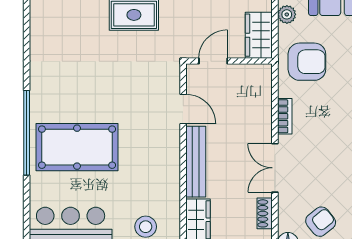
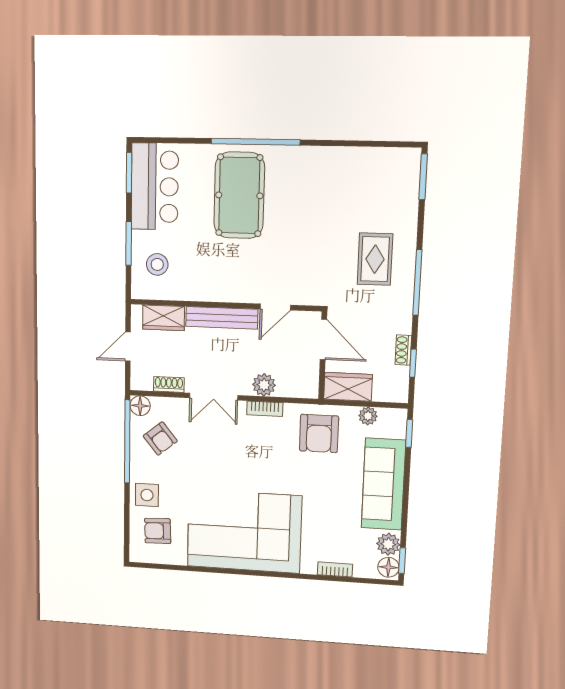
door: (213, 61) -> (323, 339), width x1.37
plant: (261, 118) -> (264, 385), added
double door: (275, 168) -> (214, 397), swing flipped

